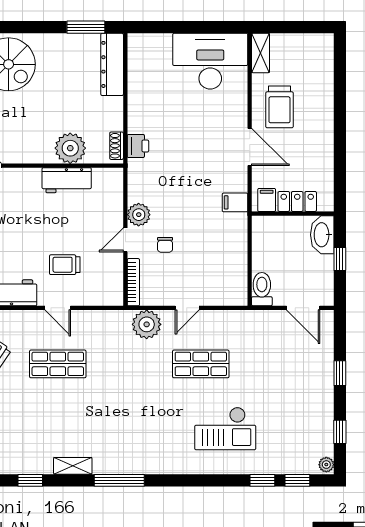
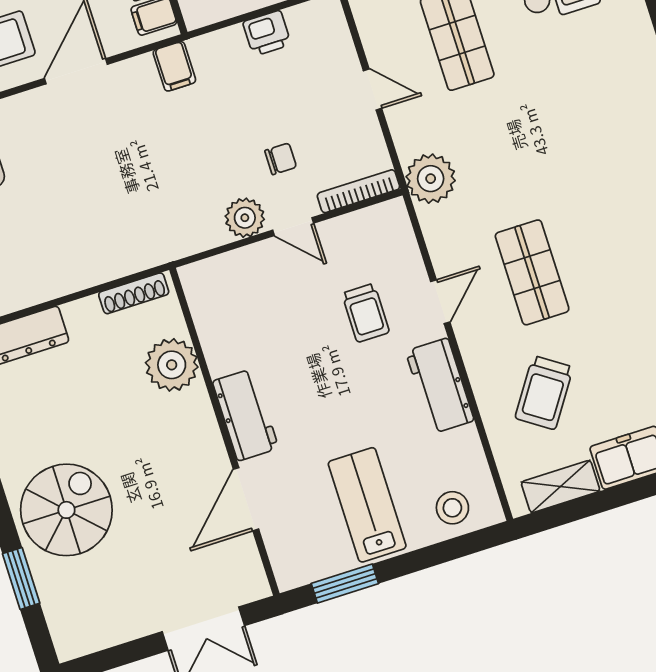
shoe rack: (117, 146) -> (134, 293), width x1.43
printer: (138, 146) -> (267, 33), moved, turned 180
workbench: (67, 180) -> (245, 415), moved
plant: (147, 324) -> (431, 179), moved

